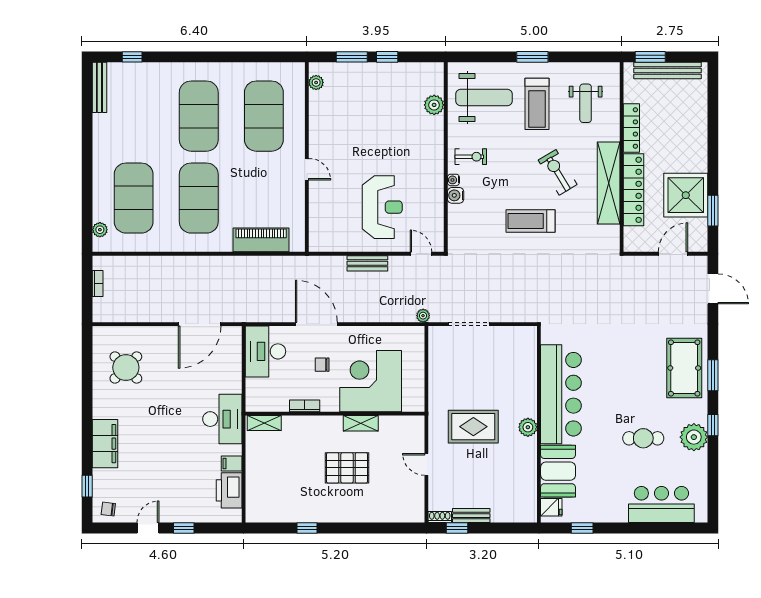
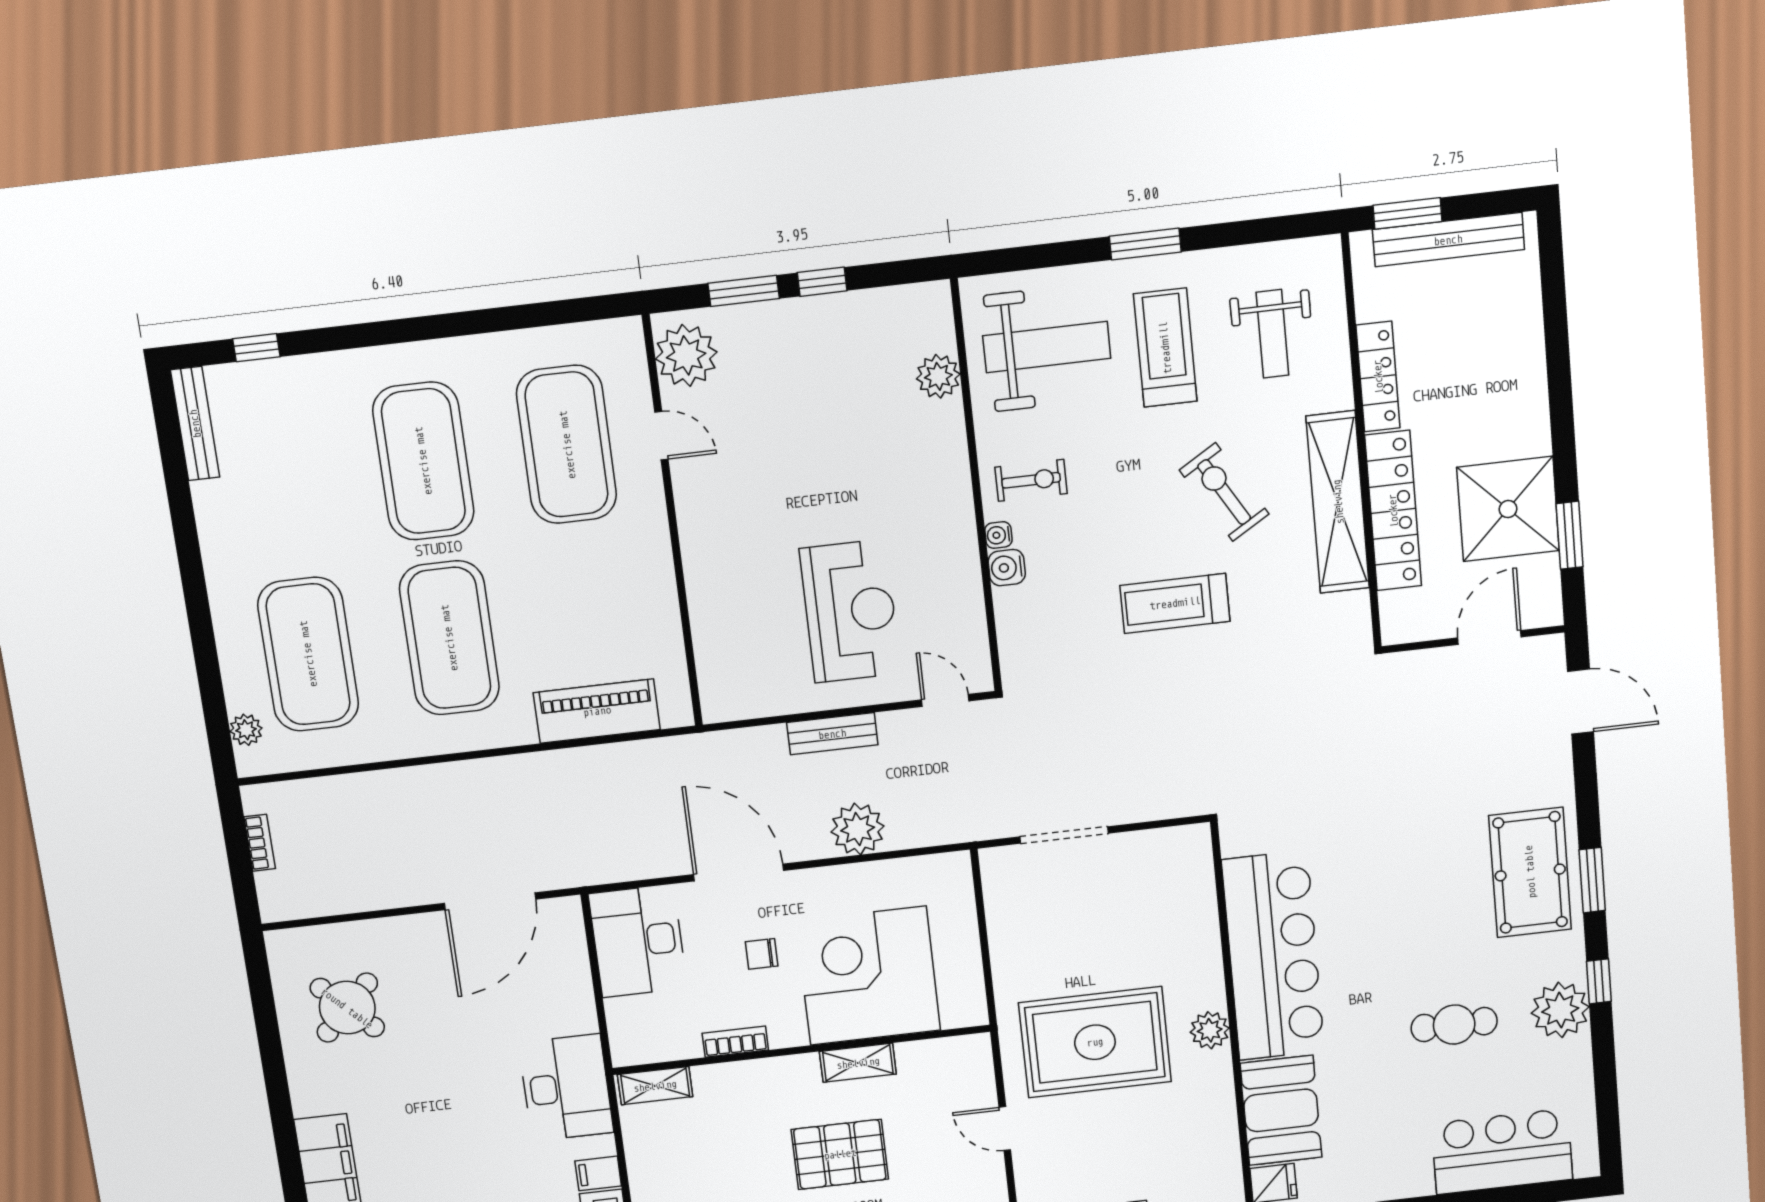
plant: (316, 82) -> (686, 355), width x1.87, depth x1.87
treadmill: (537, 104) -> (1165, 348), turned 180
door: (307, 169) -> (661, 436), moved
plant: (423, 316) -> (858, 829), moved, width x1.88, depth x1.88
rug: (473, 427) -> (1095, 1042), width x1.37, depth x1.44

